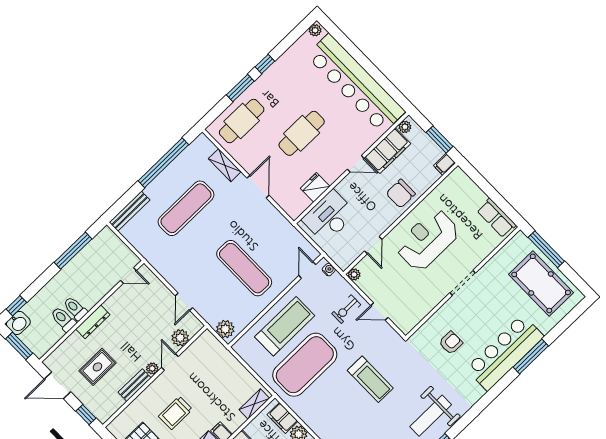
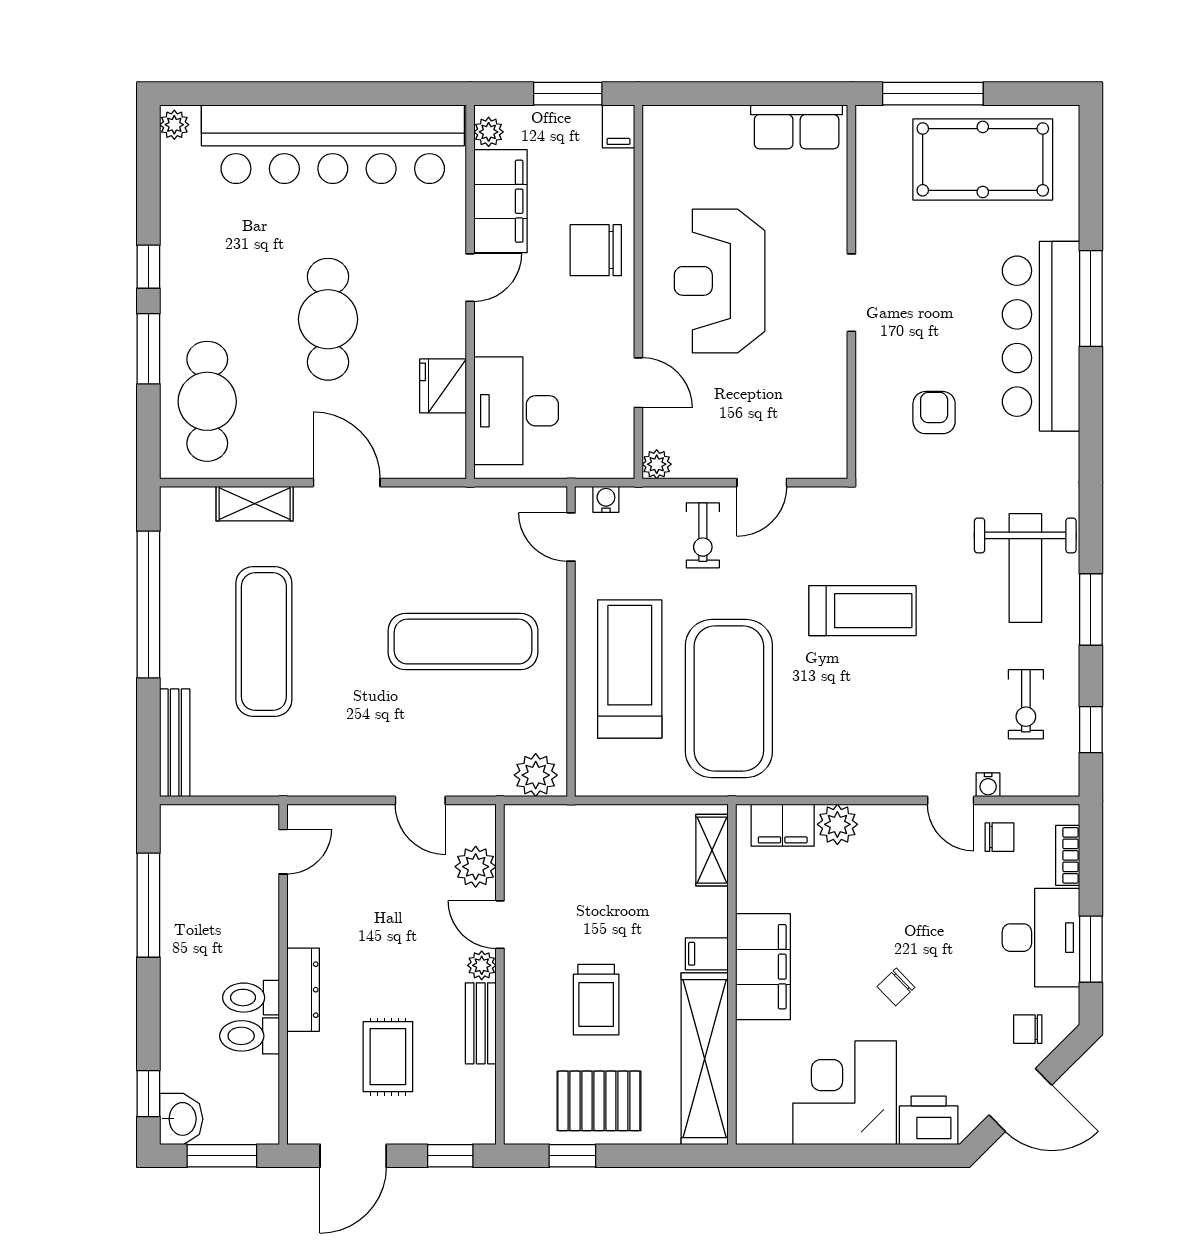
chair: (401, 194) -> (596, 250), turned 90

